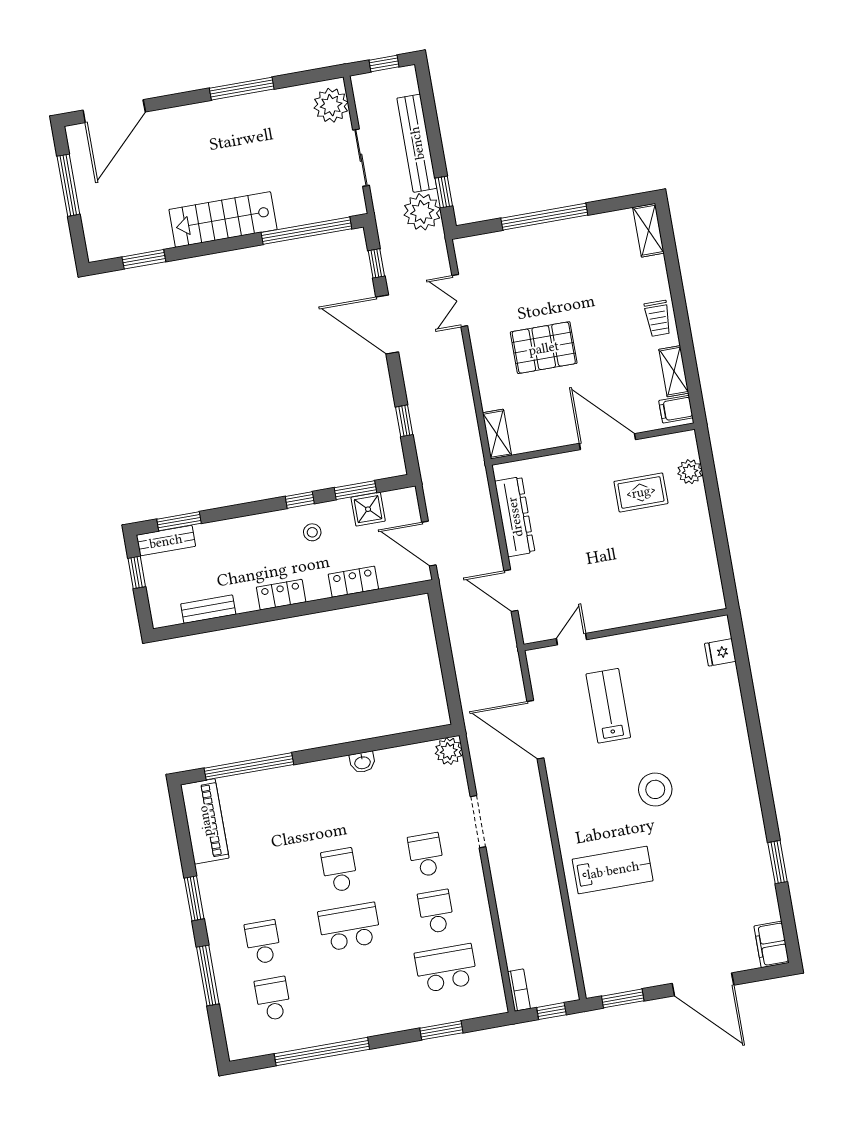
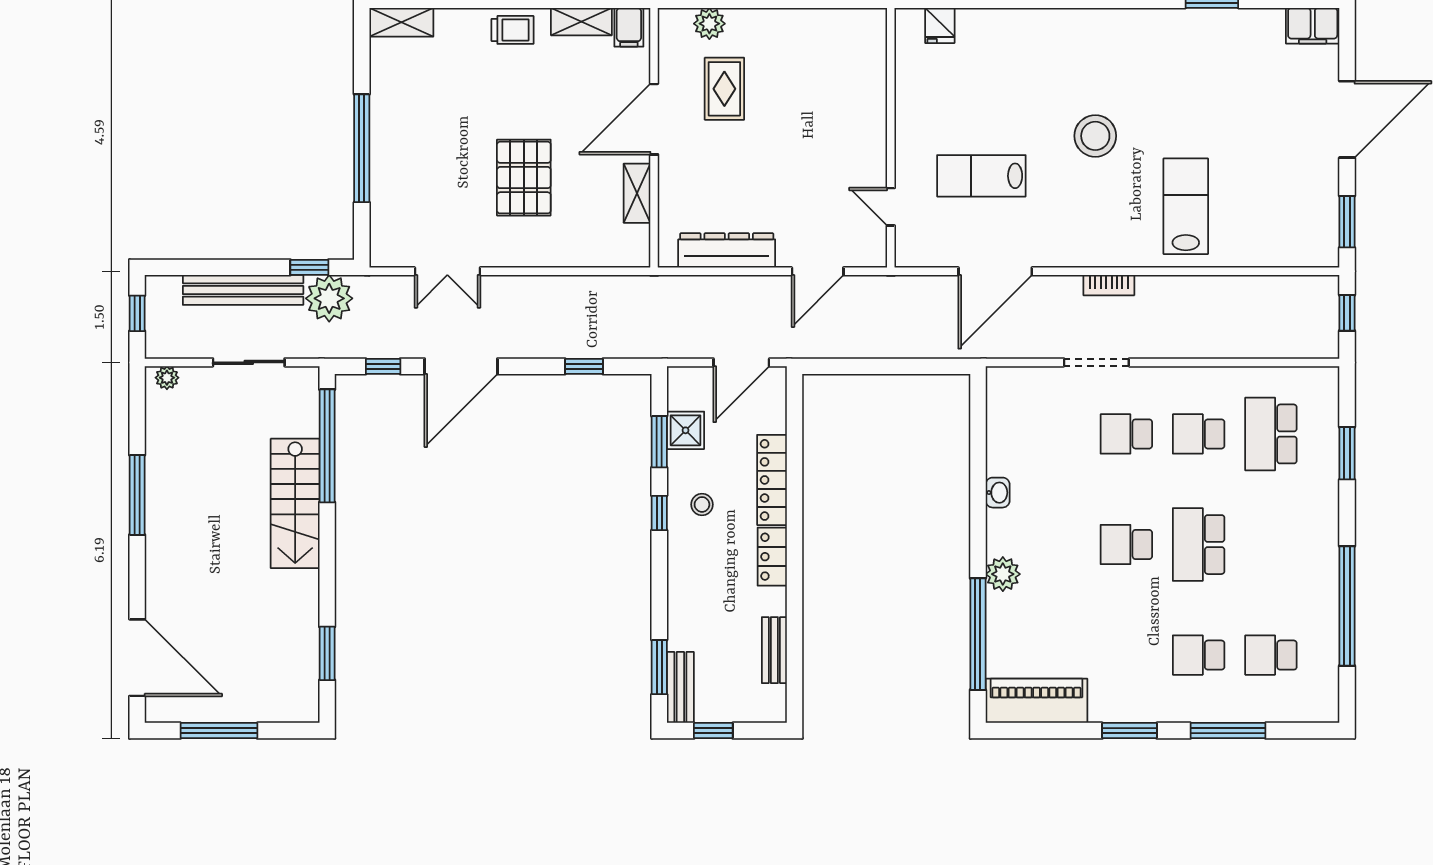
plant: (331, 105) -> (167, 378), width x0.53, depth x0.53
stairs: (223, 219) -> (295, 503), moved
shelving: (497, 434) -> (637, 193), moved, turned 90
locker: (353, 582) -> (772, 480), width x1.53
plant: (449, 751) -> (1003, 574), moved
bookcase: (519, 990) -> (1109, 285), moved, turned 180

